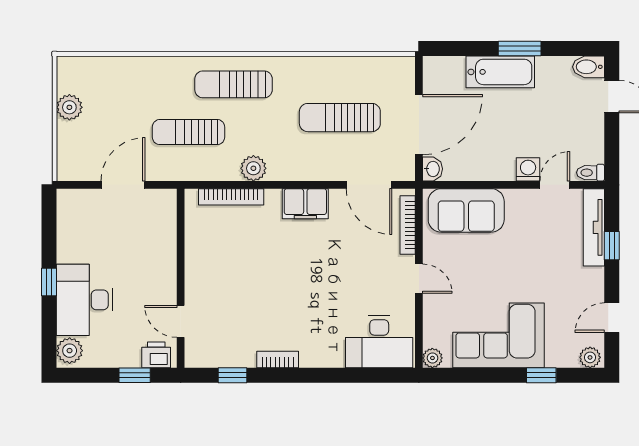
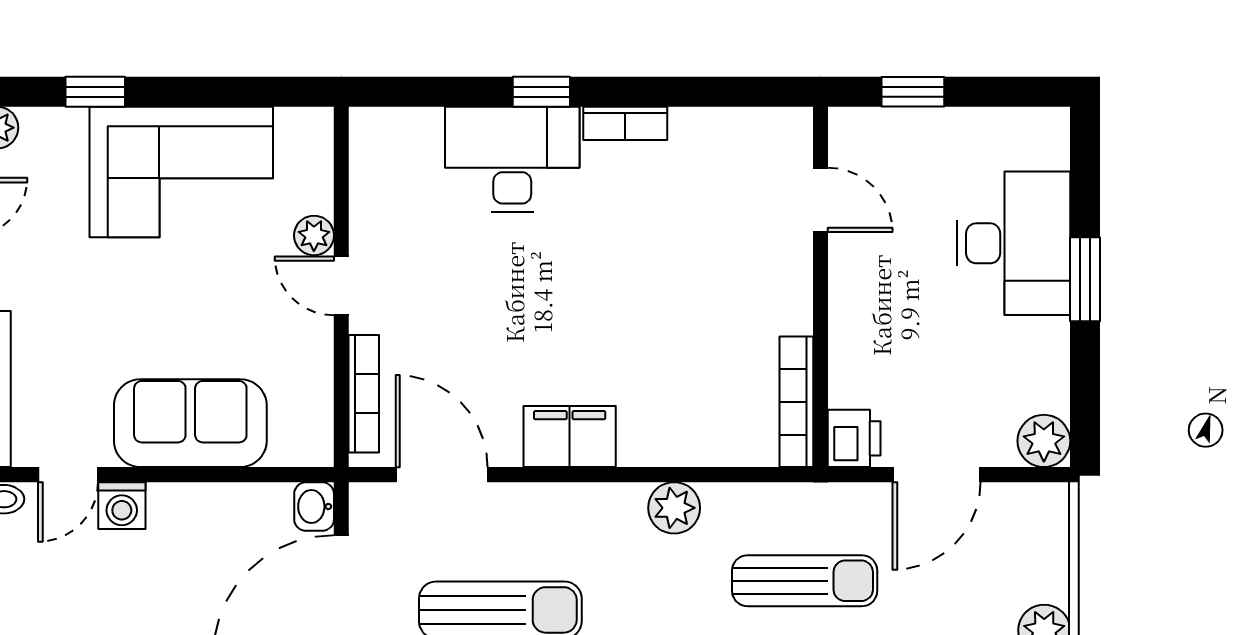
bookcase: (231, 197) -> (796, 402), moved, turned -90
sofa: (466, 210) -> (190, 423), moved
window: (49, 282) -> (1085, 279), width x1.50
desk: (379, 342) -> (512, 159), moved
plant: (70, 351) -> (1044, 441), moved
printer: (156, 355) -> (854, 438), moved, turned -90
plant: (432, 358) -> (314, 235), moved
window: (232, 375) -> (541, 92), moved

